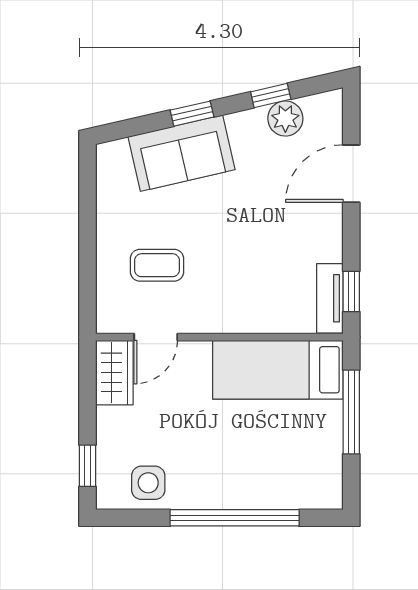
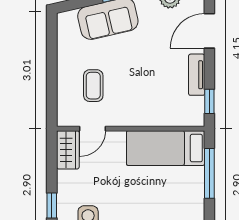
coffee table: (157, 265) -> (93, 86), turned 90
tv unit: (330, 298) -> (197, 75), moved

